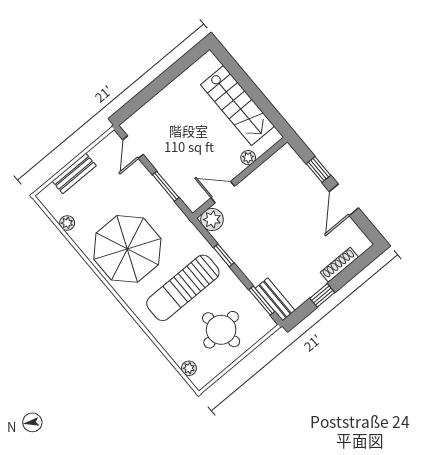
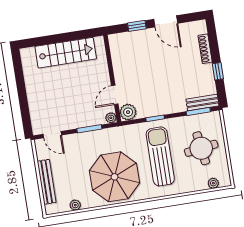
plant: (248, 158) -> (111, 118), moved
bench: (74, 173) -> (47, 182), width x1.36
sun lounger: (183, 288) -> (160, 156), turned 180

